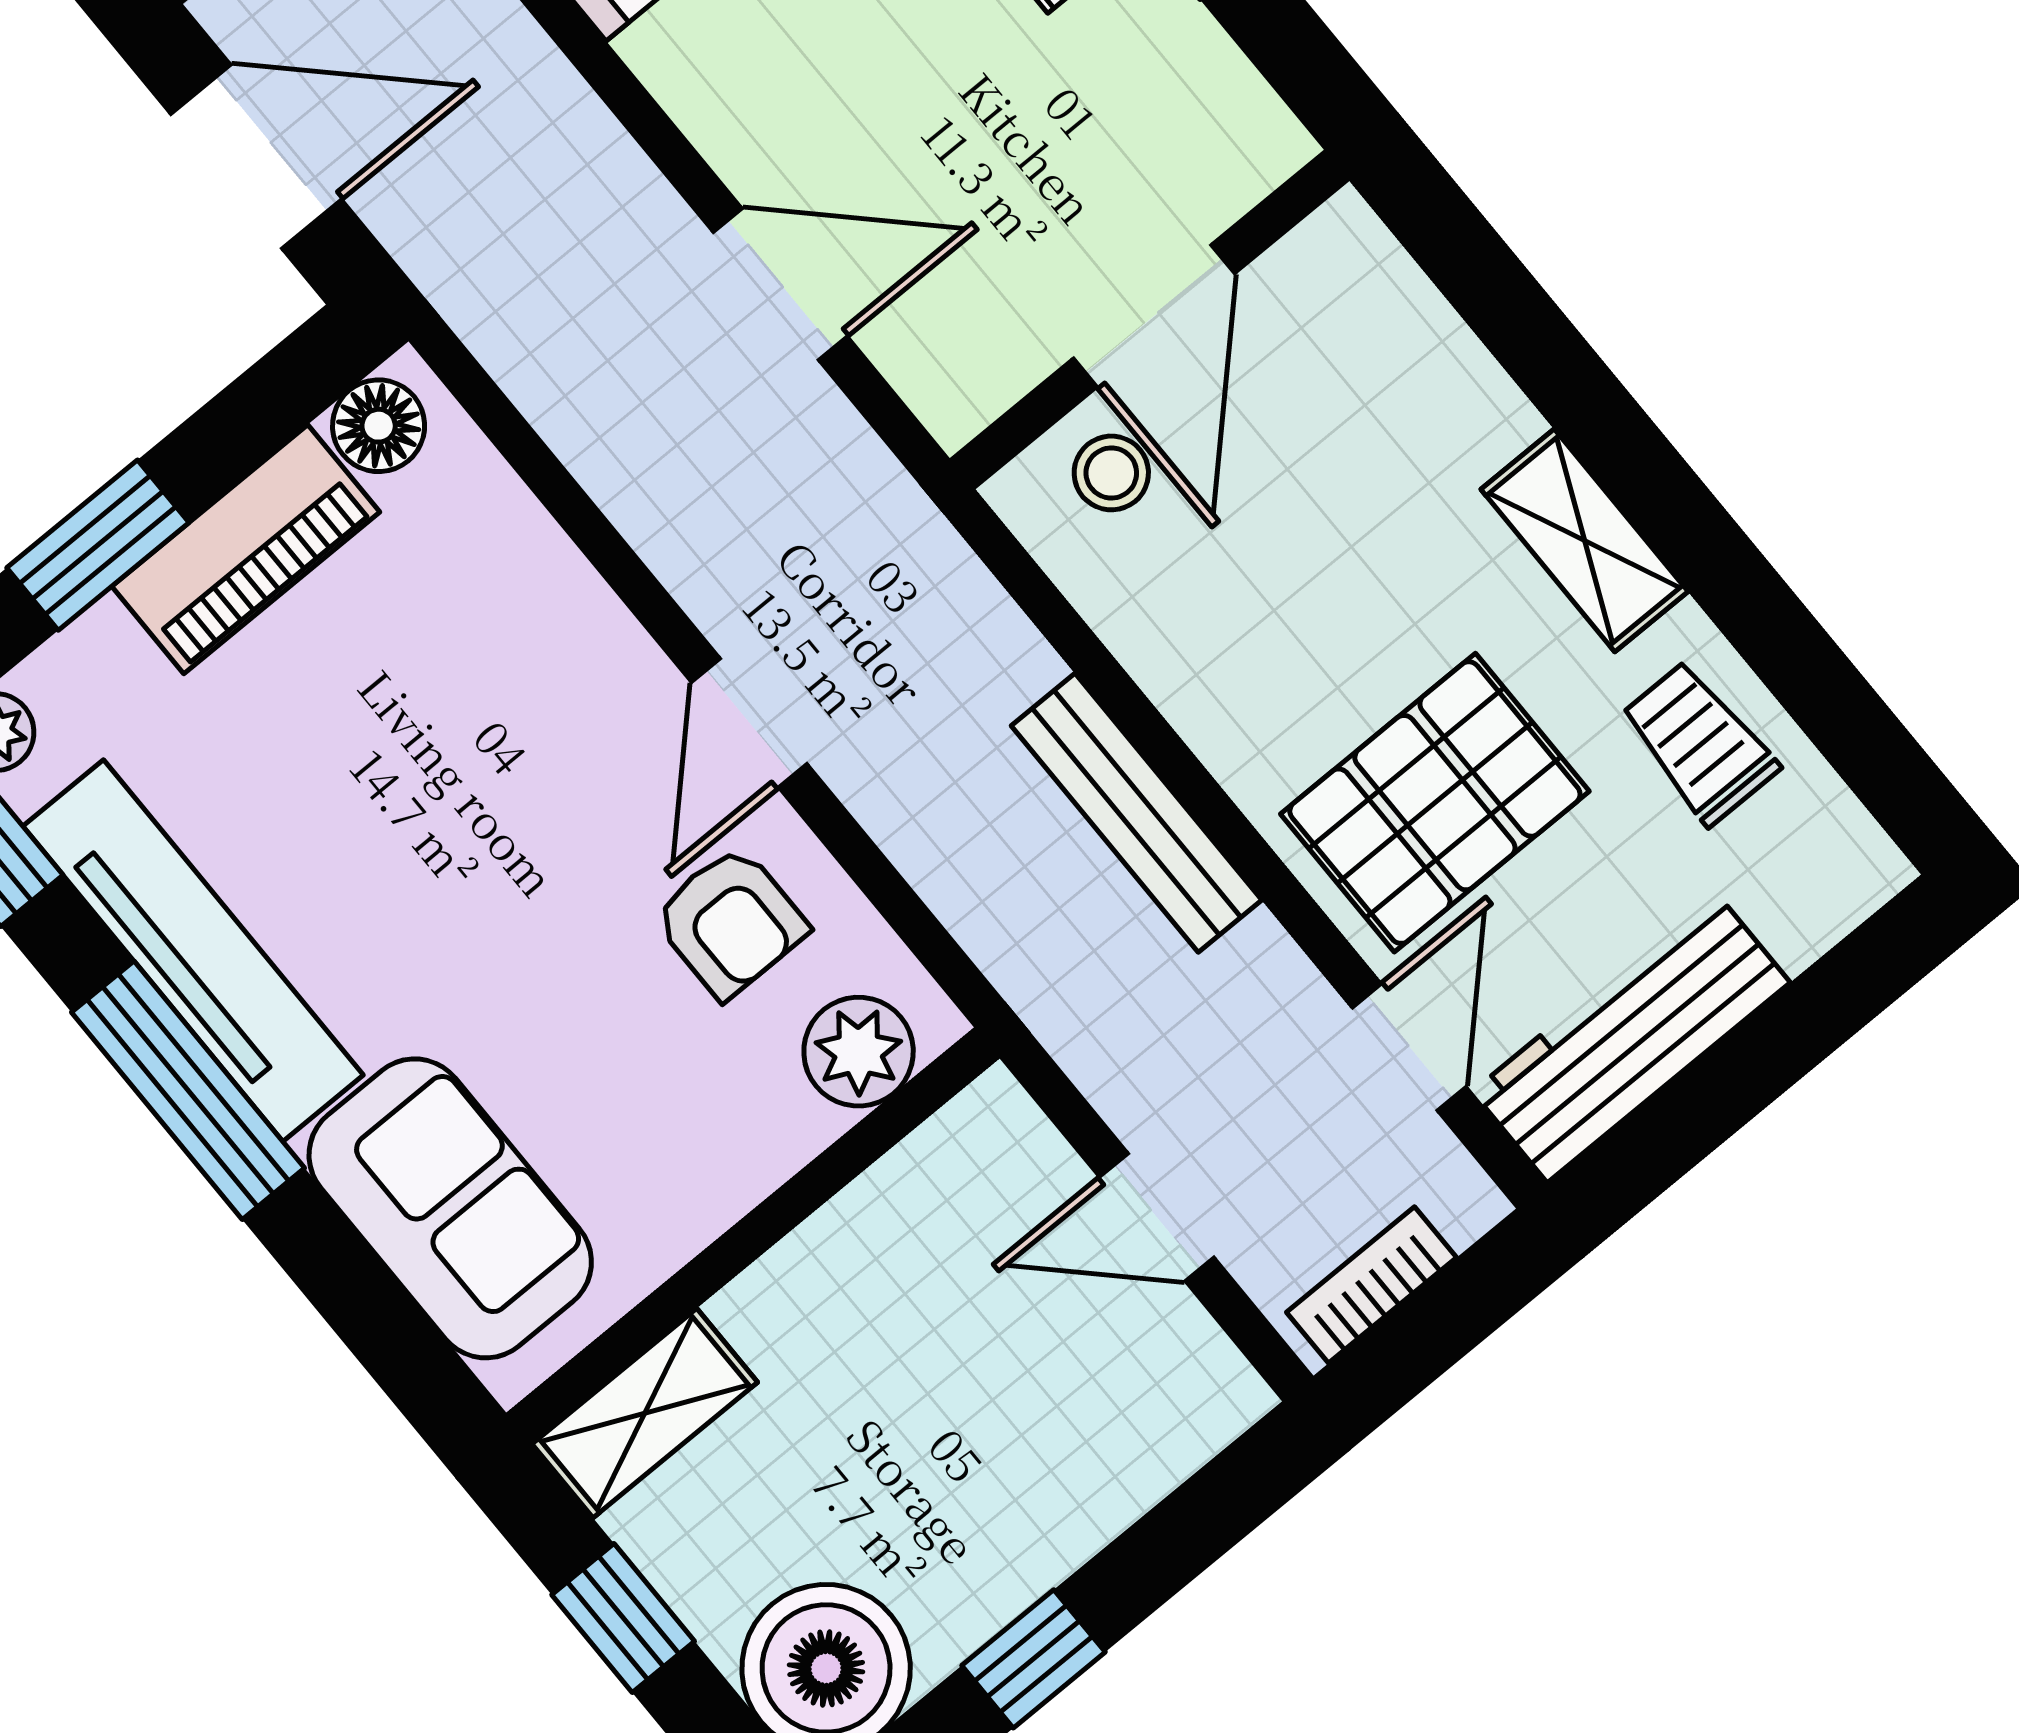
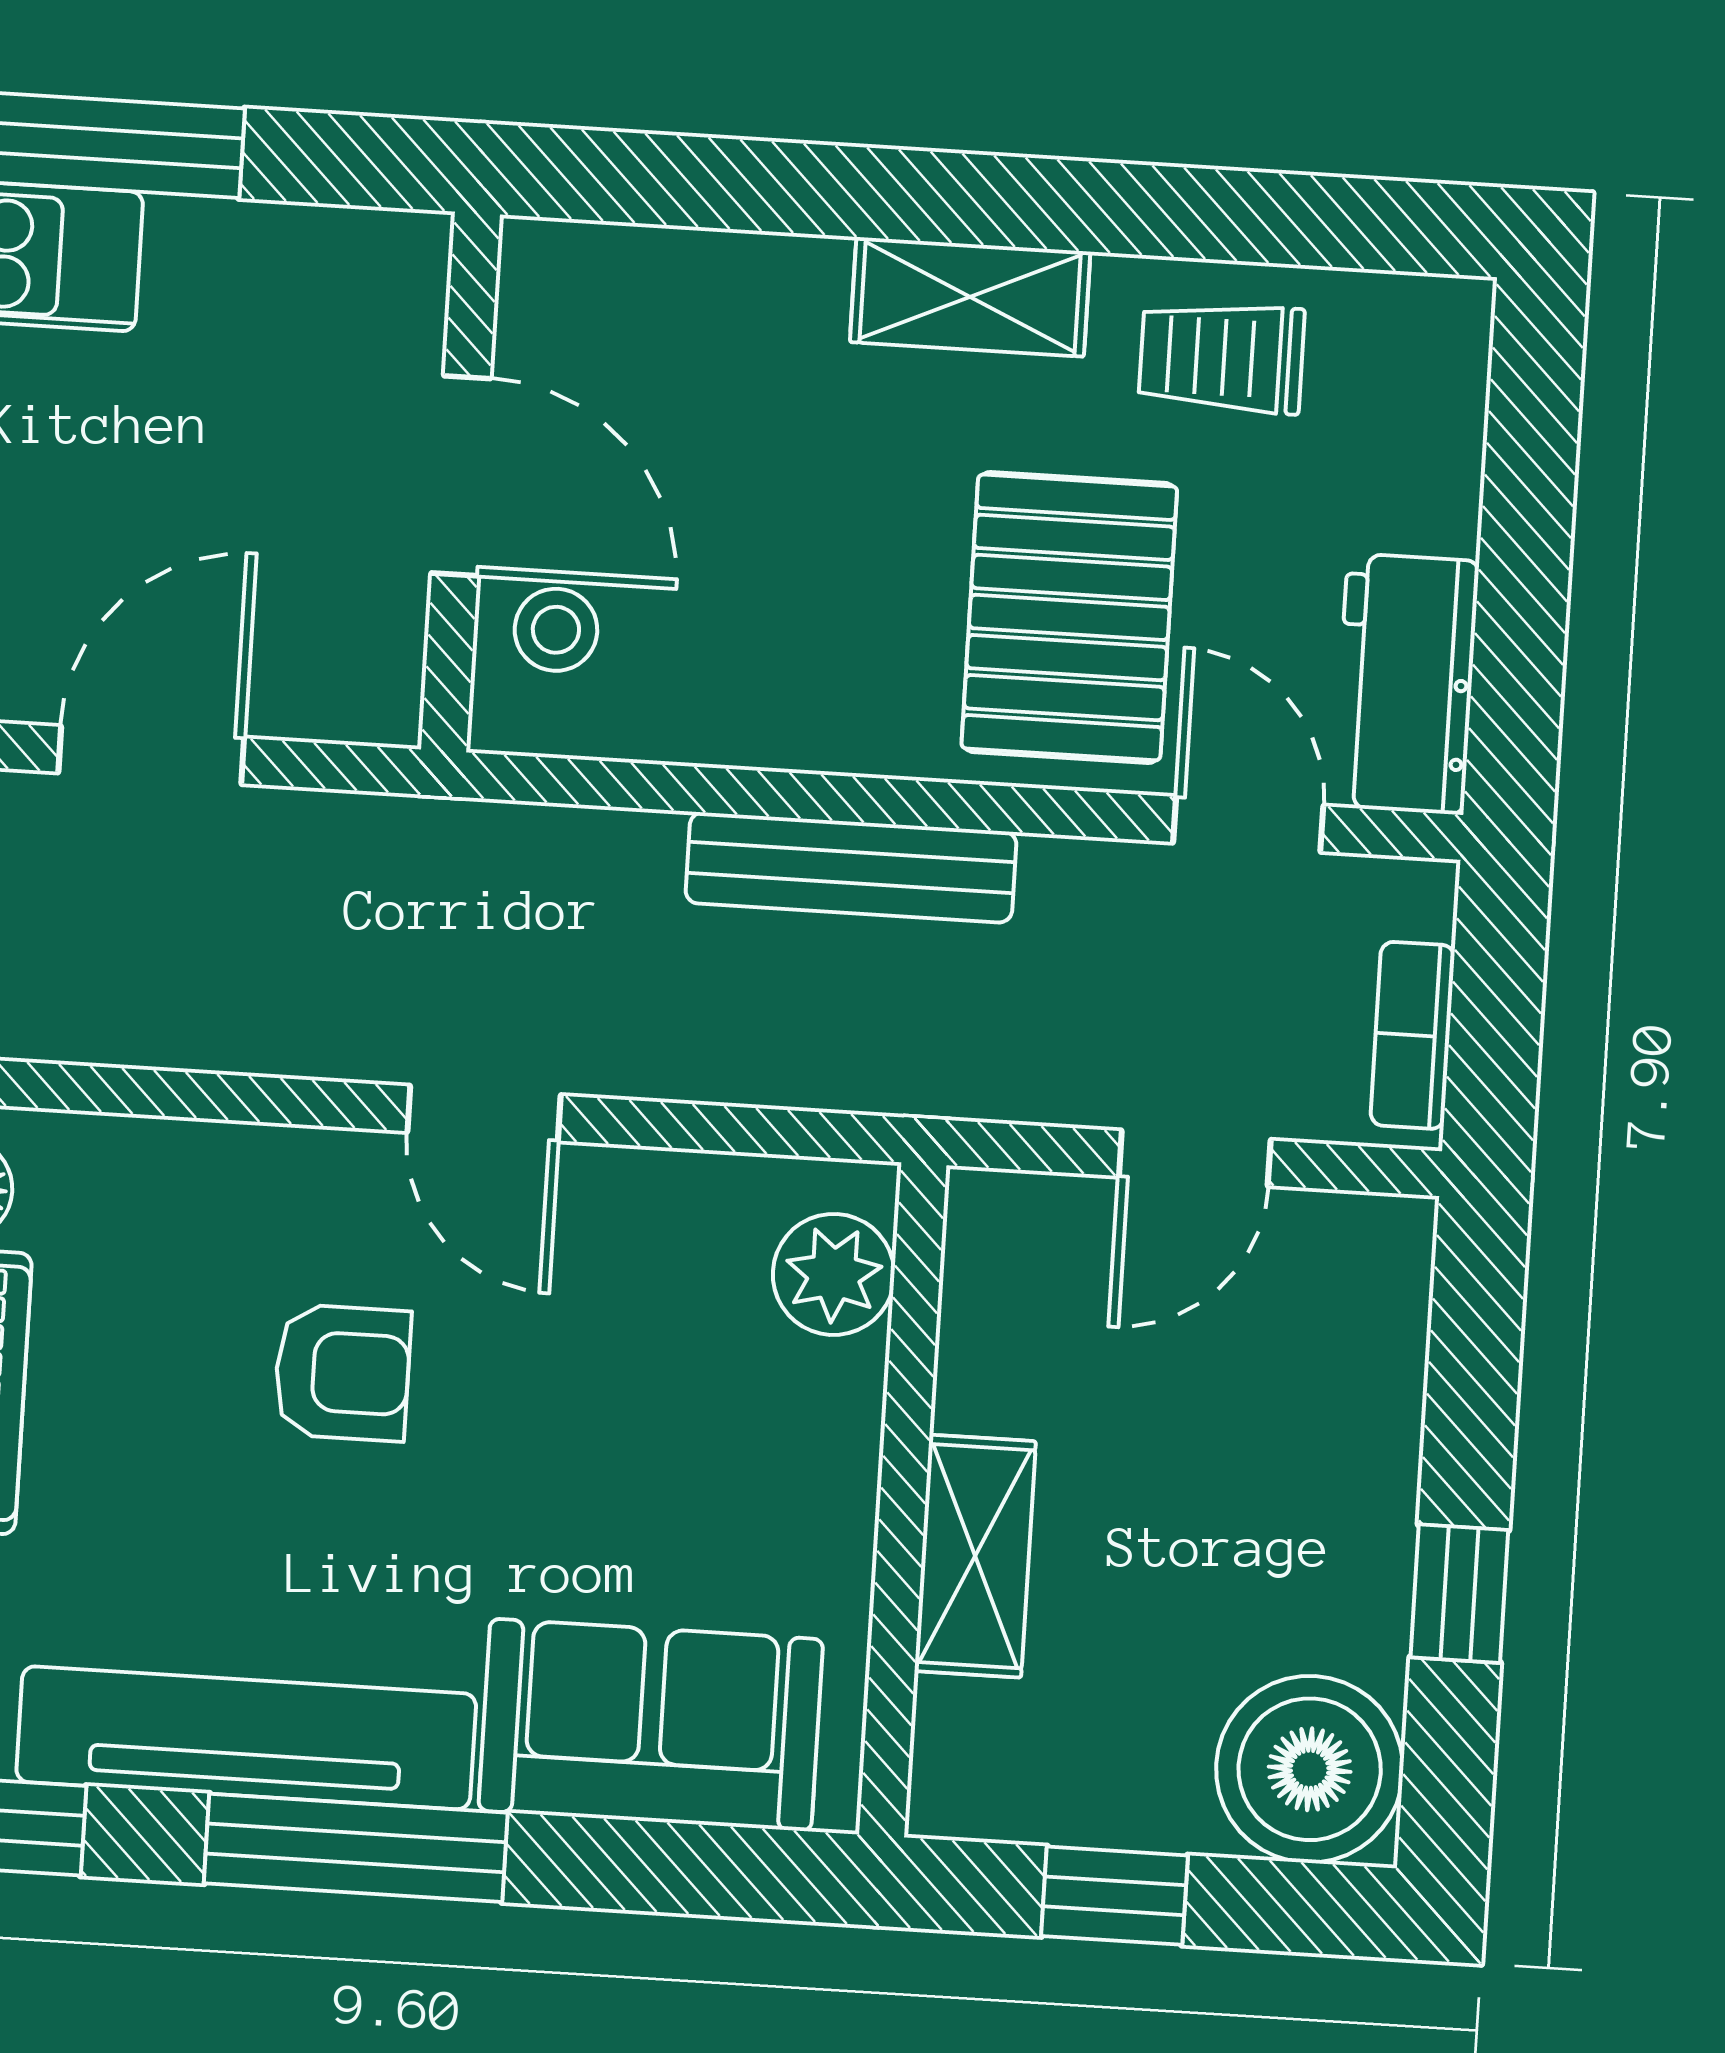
armchair: (730, 922) -> (342, 1373), moved
workbench: (1631, 1037) -> (1406, 684), width x0.73
shelving: (645, 1413) -> (975, 1556), moved

